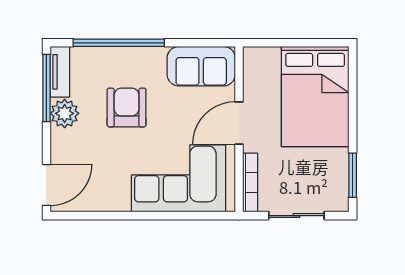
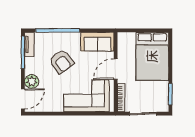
armchair: (127, 107) -> (61, 62), turned 144
plant: (65, 113) -> (32, 82), moved

